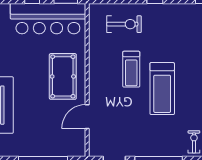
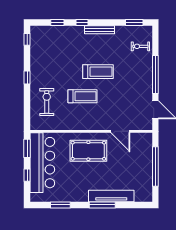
treadmill: (162, 89) -> (98, 72), width x0.73, depth x0.73

